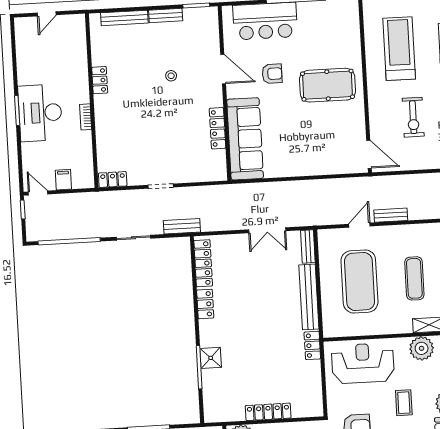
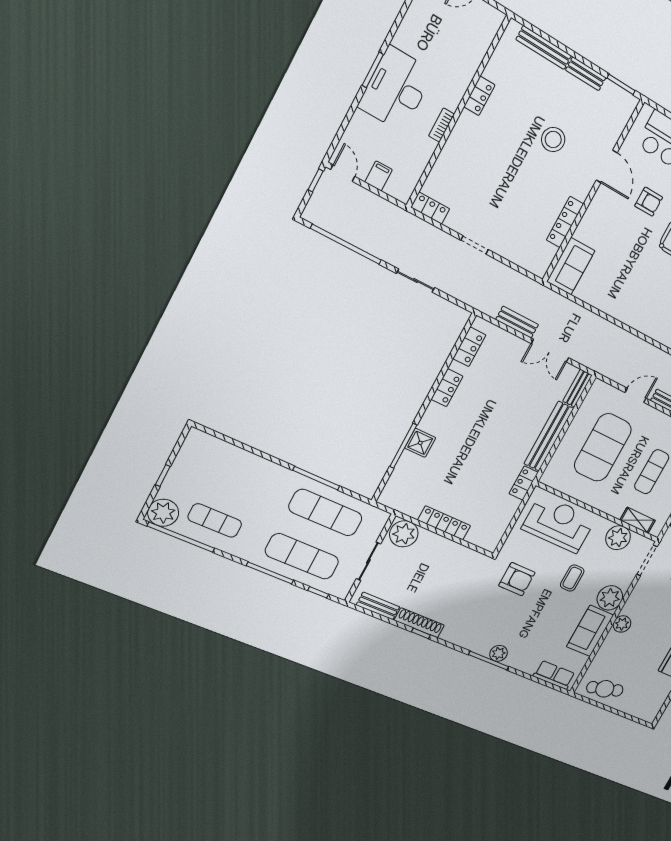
stool: (171, 76) -> (553, 139), width x1.89, depth x1.89
sofa: (245, 139) -> (571, 266), width x0.54, depth x0.79
bench: (182, 226) -> (517, 322), moved
locker: (203, 263) -> (469, 347), width x0.66

